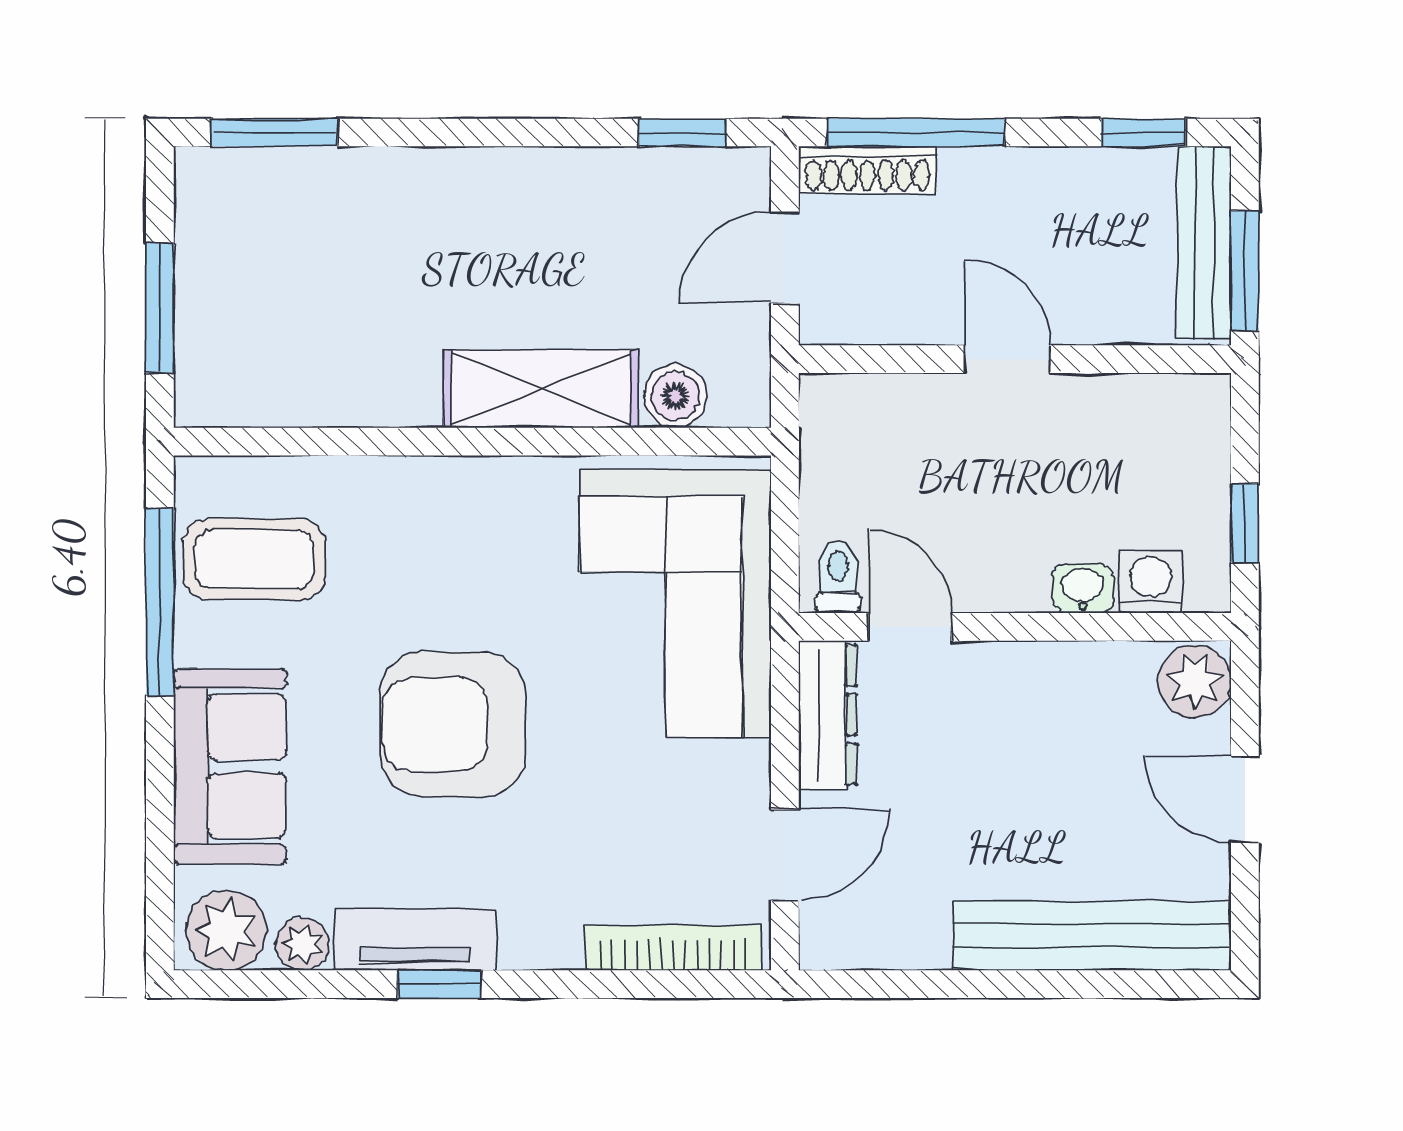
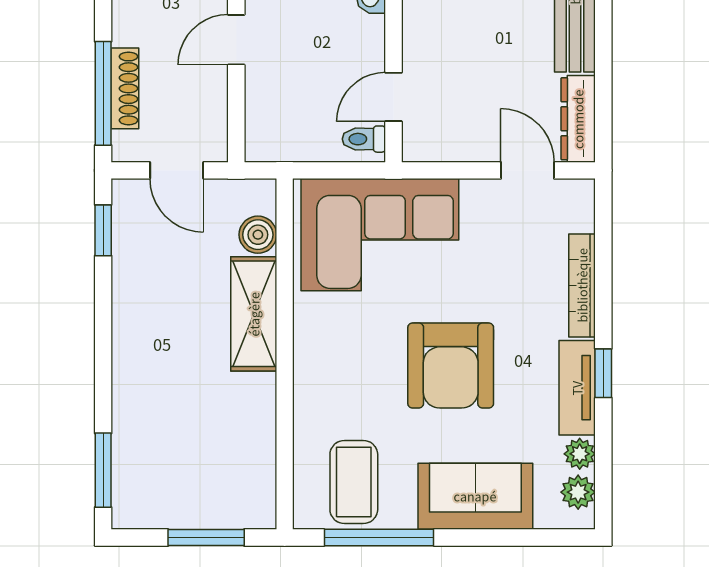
shoe rack: (867, 170) -> (125, 88), moved
dresser: (828, 715) -> (578, 119), moved, turned -90
plant: (226, 930) -> (578, 492), width x0.73, depth x0.73
bookcase: (673, 948) -> (582, 285), moved

